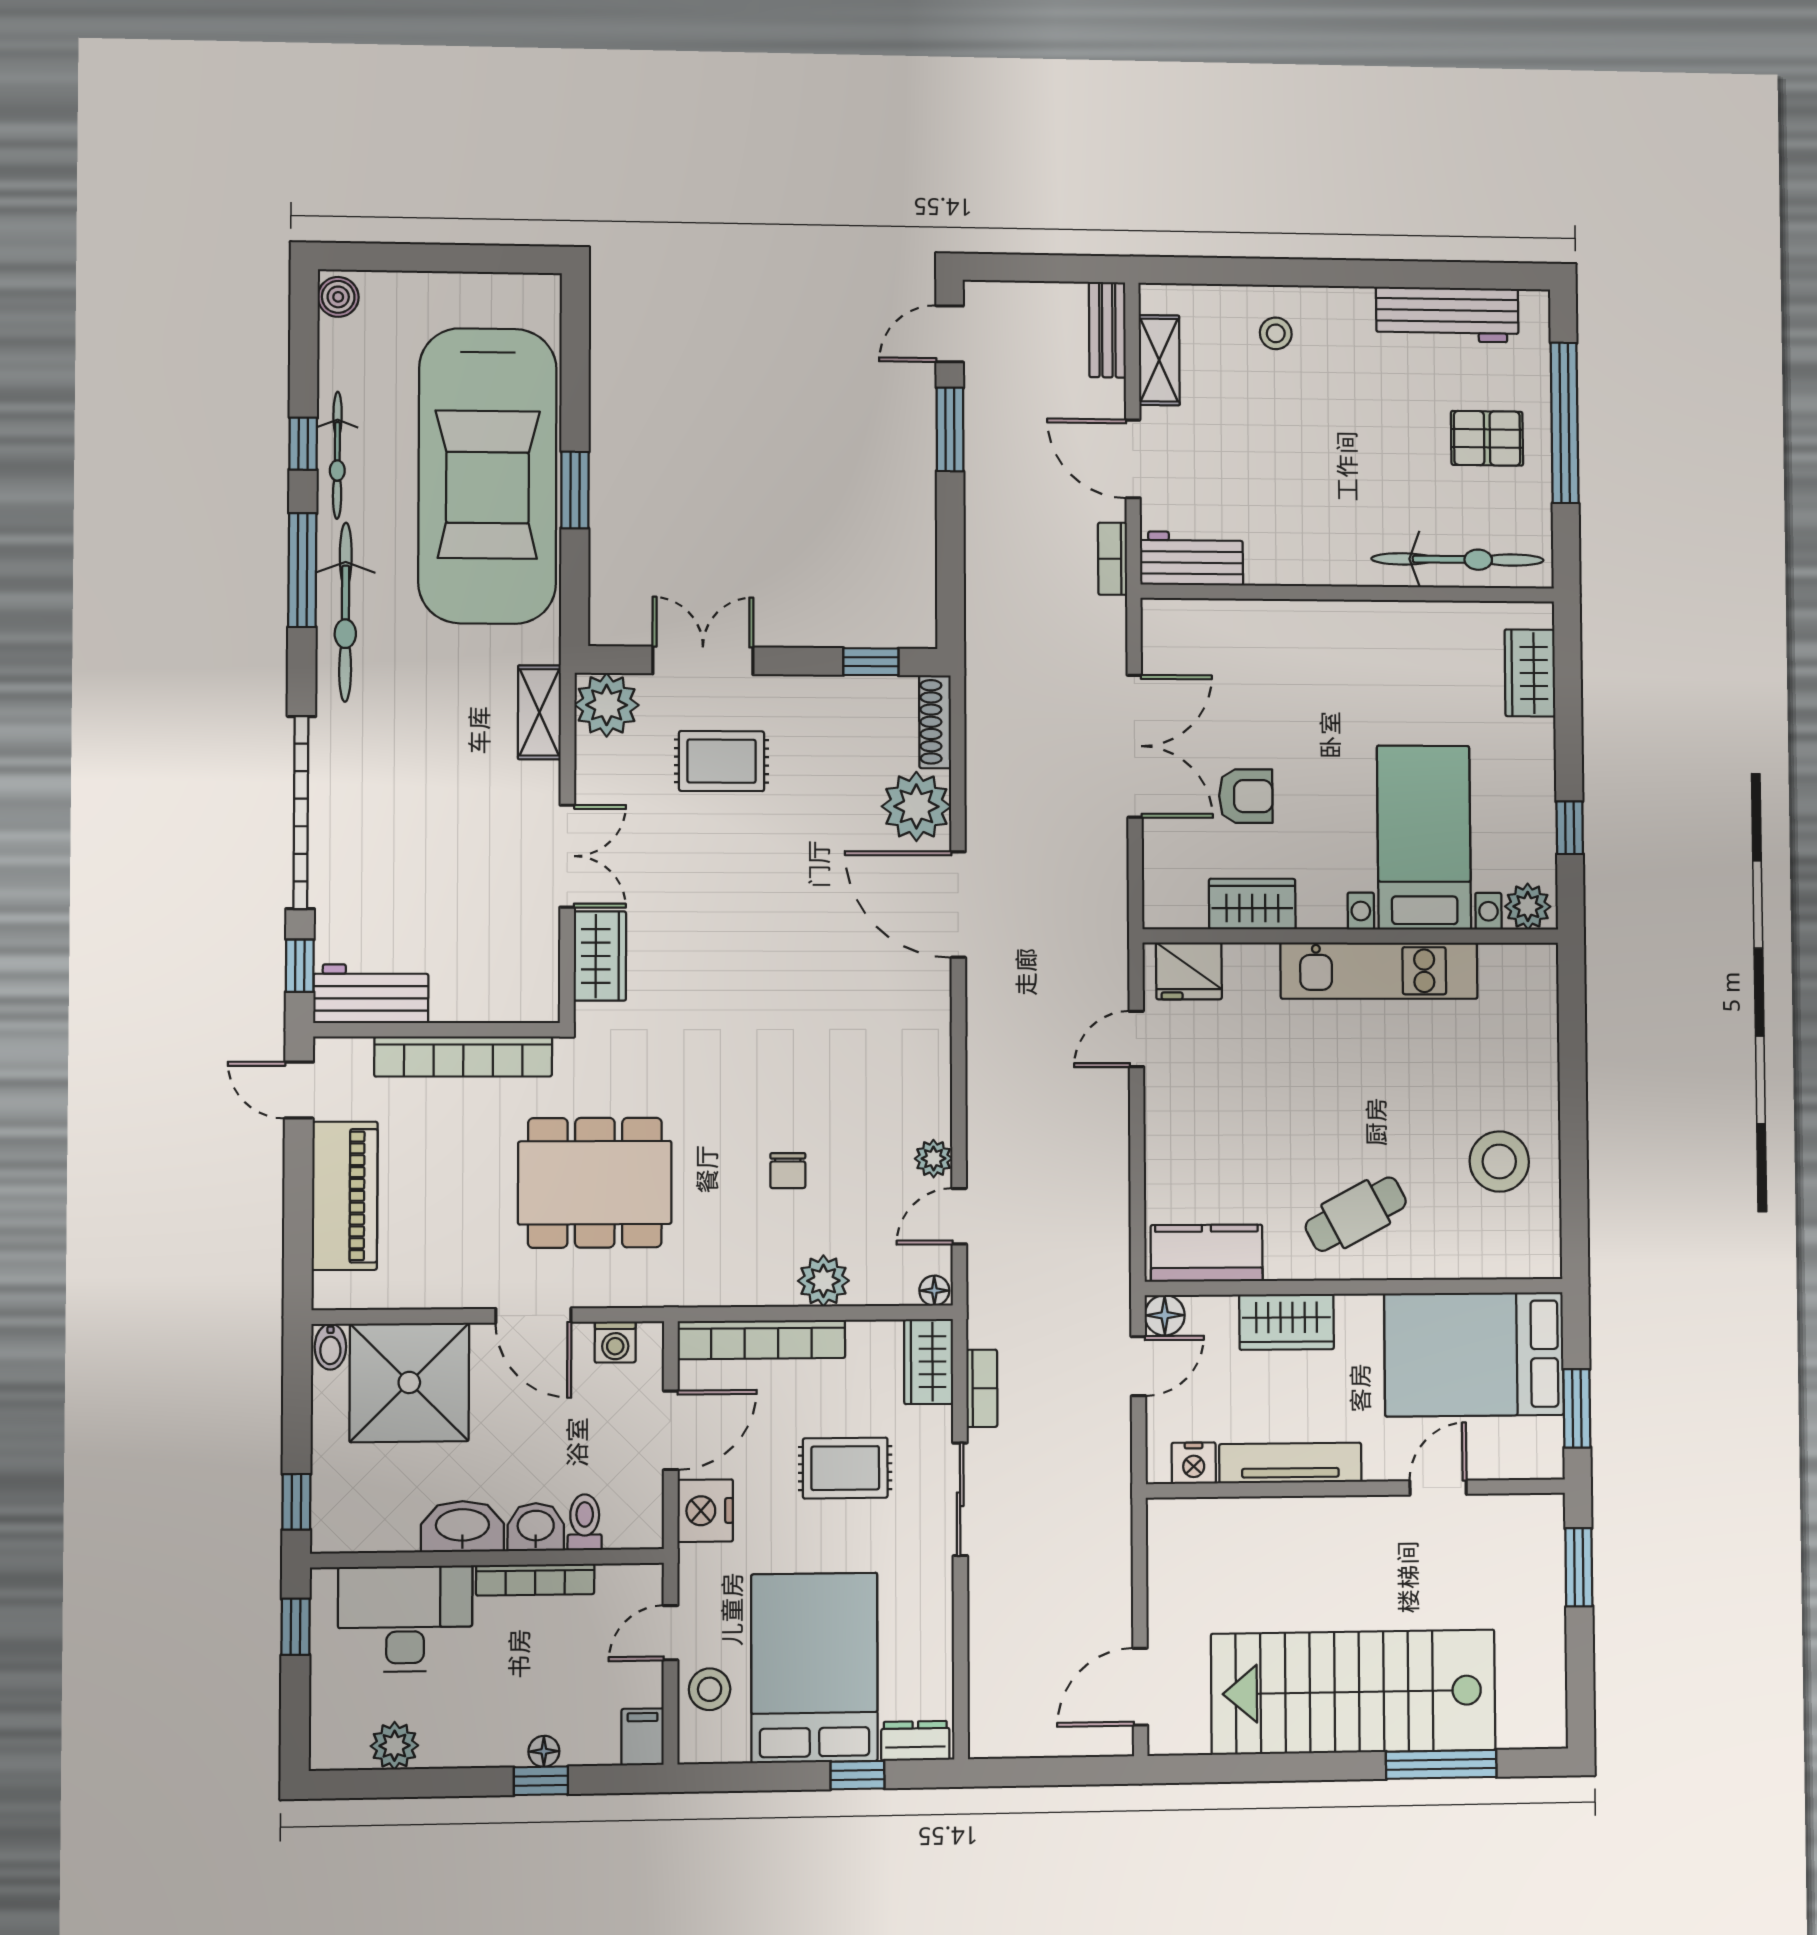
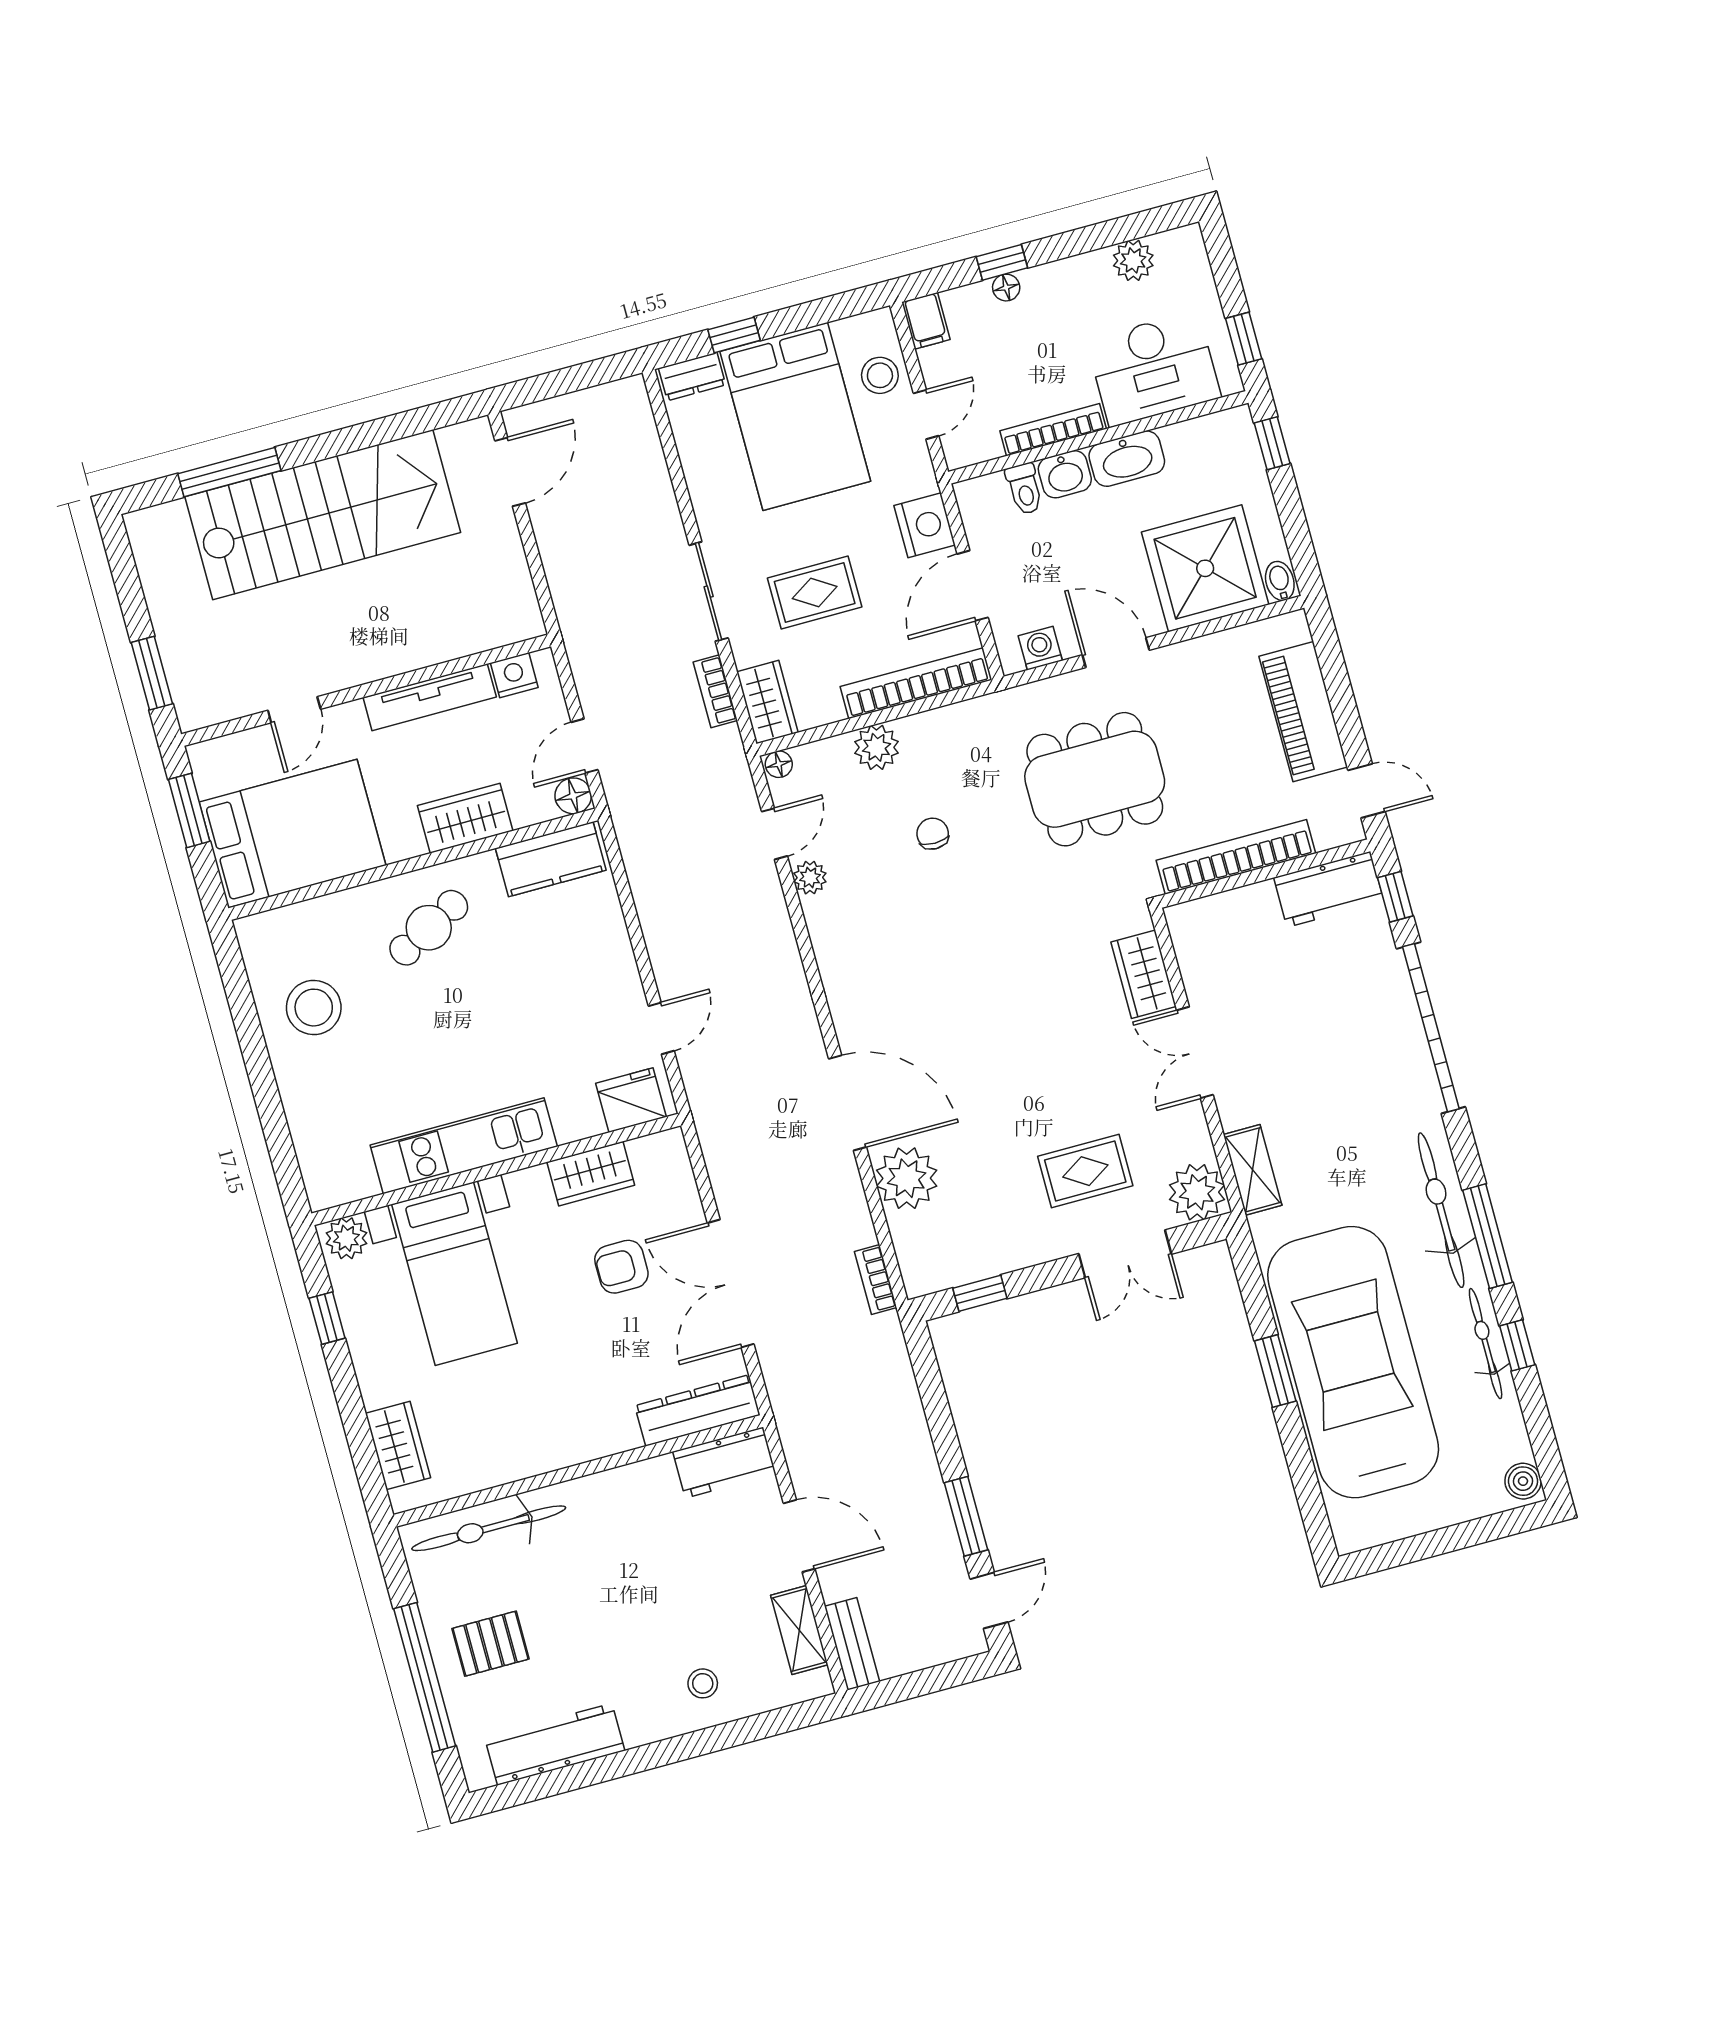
bookcase: (1113, 559) -> (876, 1280), moved, turned 180
dresser: (1205, 622) -> (697, 1410), added
shoe rack: (935, 722) -> (910, 1256), removed

